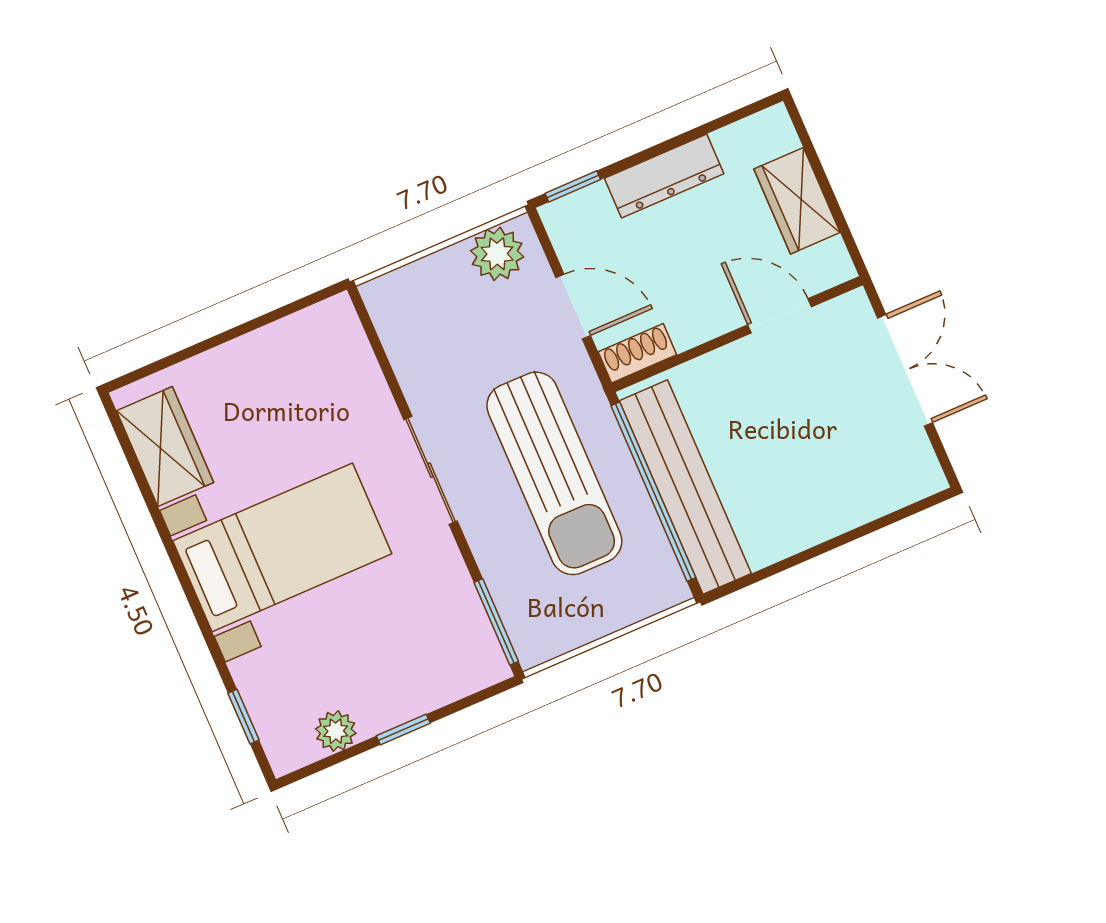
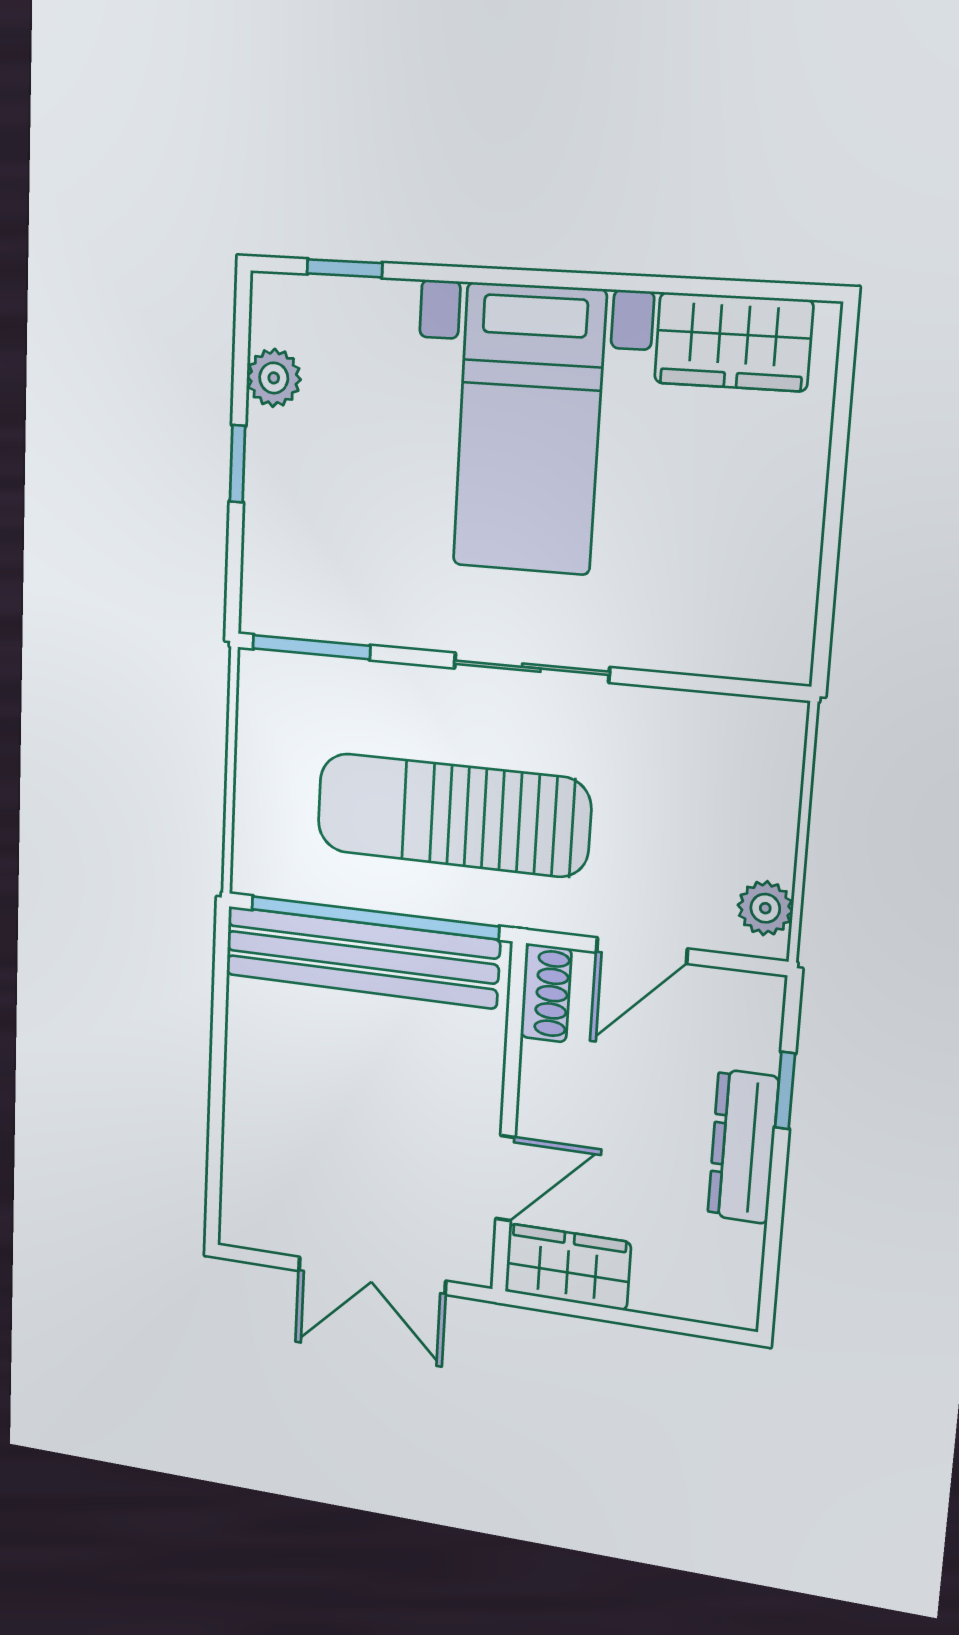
window: (573, 186) -> (785, 1090), moved
wardrobe: (797, 201) -> (568, 1267), moved
plant: (497, 254) -> (765, 908), width x0.73, depth x0.73

